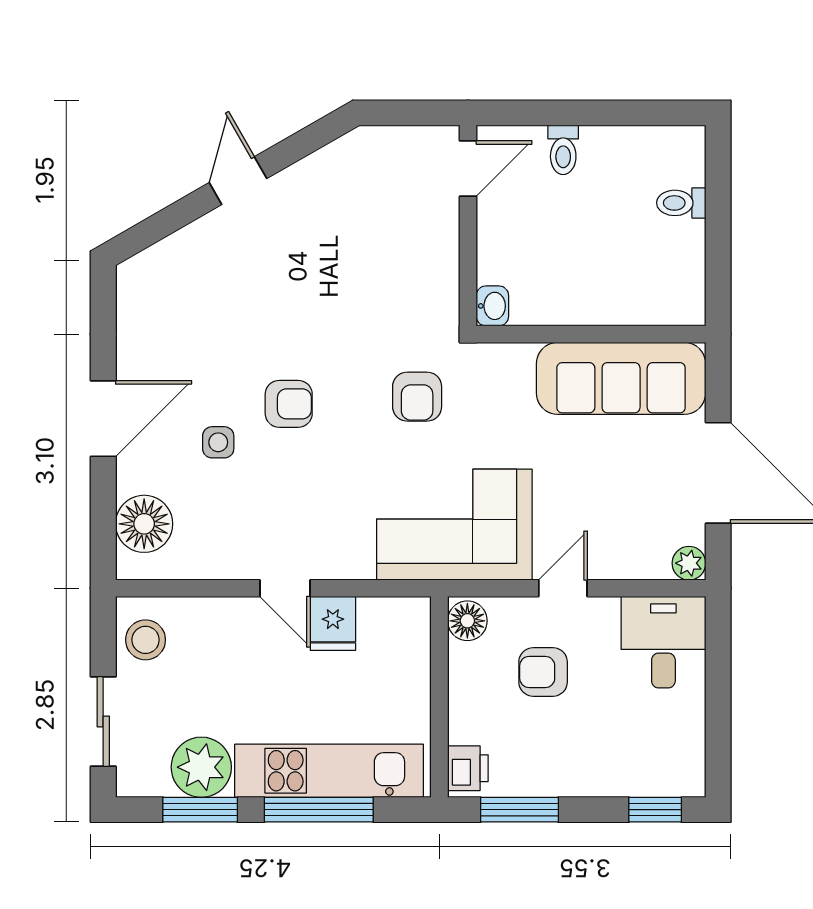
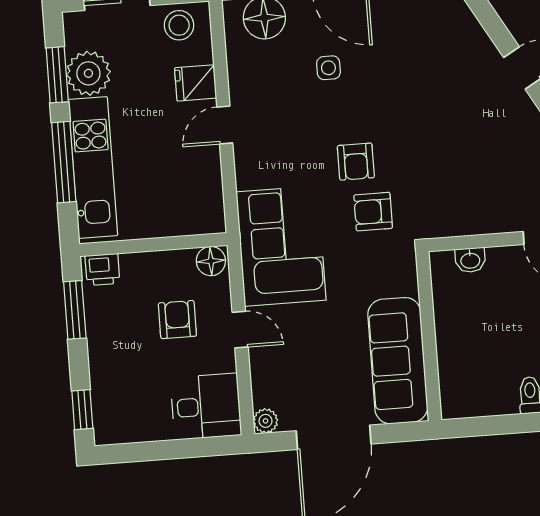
washbasin: (492, 306) -> (470, 260), moved
armchair: (289, 404) -> (356, 162), moved
fridge: (333, 623) -> (196, 83), moved

